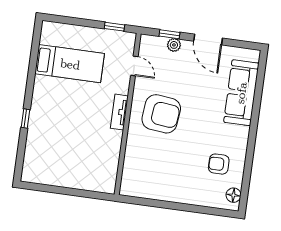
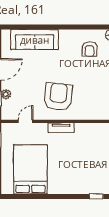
bed: (70, 64) -> (30, 169), width x1.50
window: (25, 118) -> (96, 196), moved

